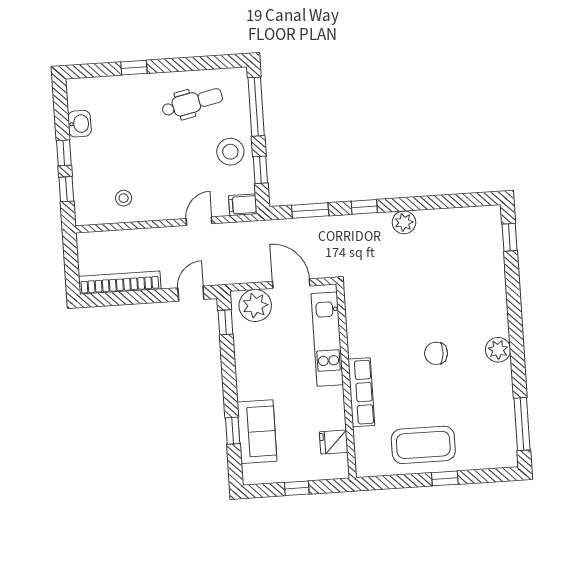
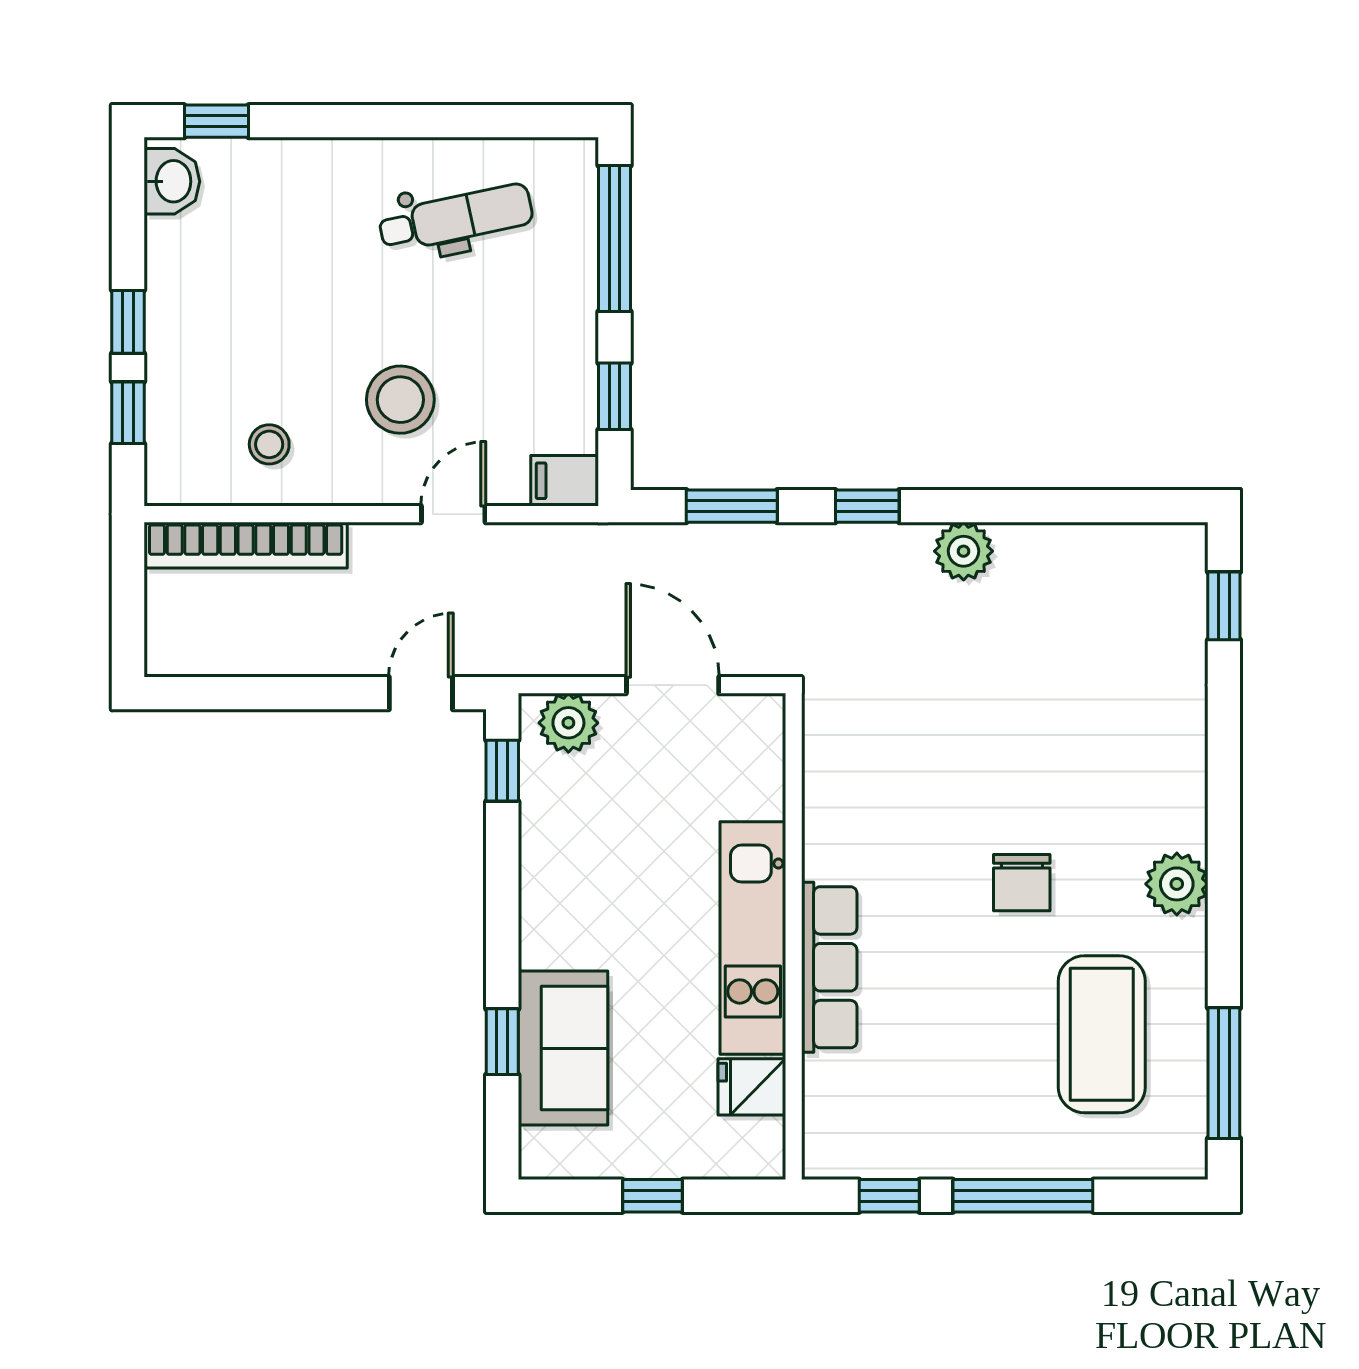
window: (134, 68) -> (216, 121), moved
washbasin: (80, 124) -> (172, 181), moved
stool: (230, 152) -> (400, 400), moved
bookcase: (120, 283) -> (246, 545), moved, turned 180
plant: (255, 305) -> (568, 723), width x0.73, depth x0.73
kitchen unit: (327, 339) -> (753, 938), moved
chair: (436, 353) -> (1022, 883), turned -94
coffee table: (423, 445) -> (1102, 1034), moved, turned 90
window: (445, 478) -> (1023, 1196), width x2.17
window: (391, 482) -> (889, 1196), added

